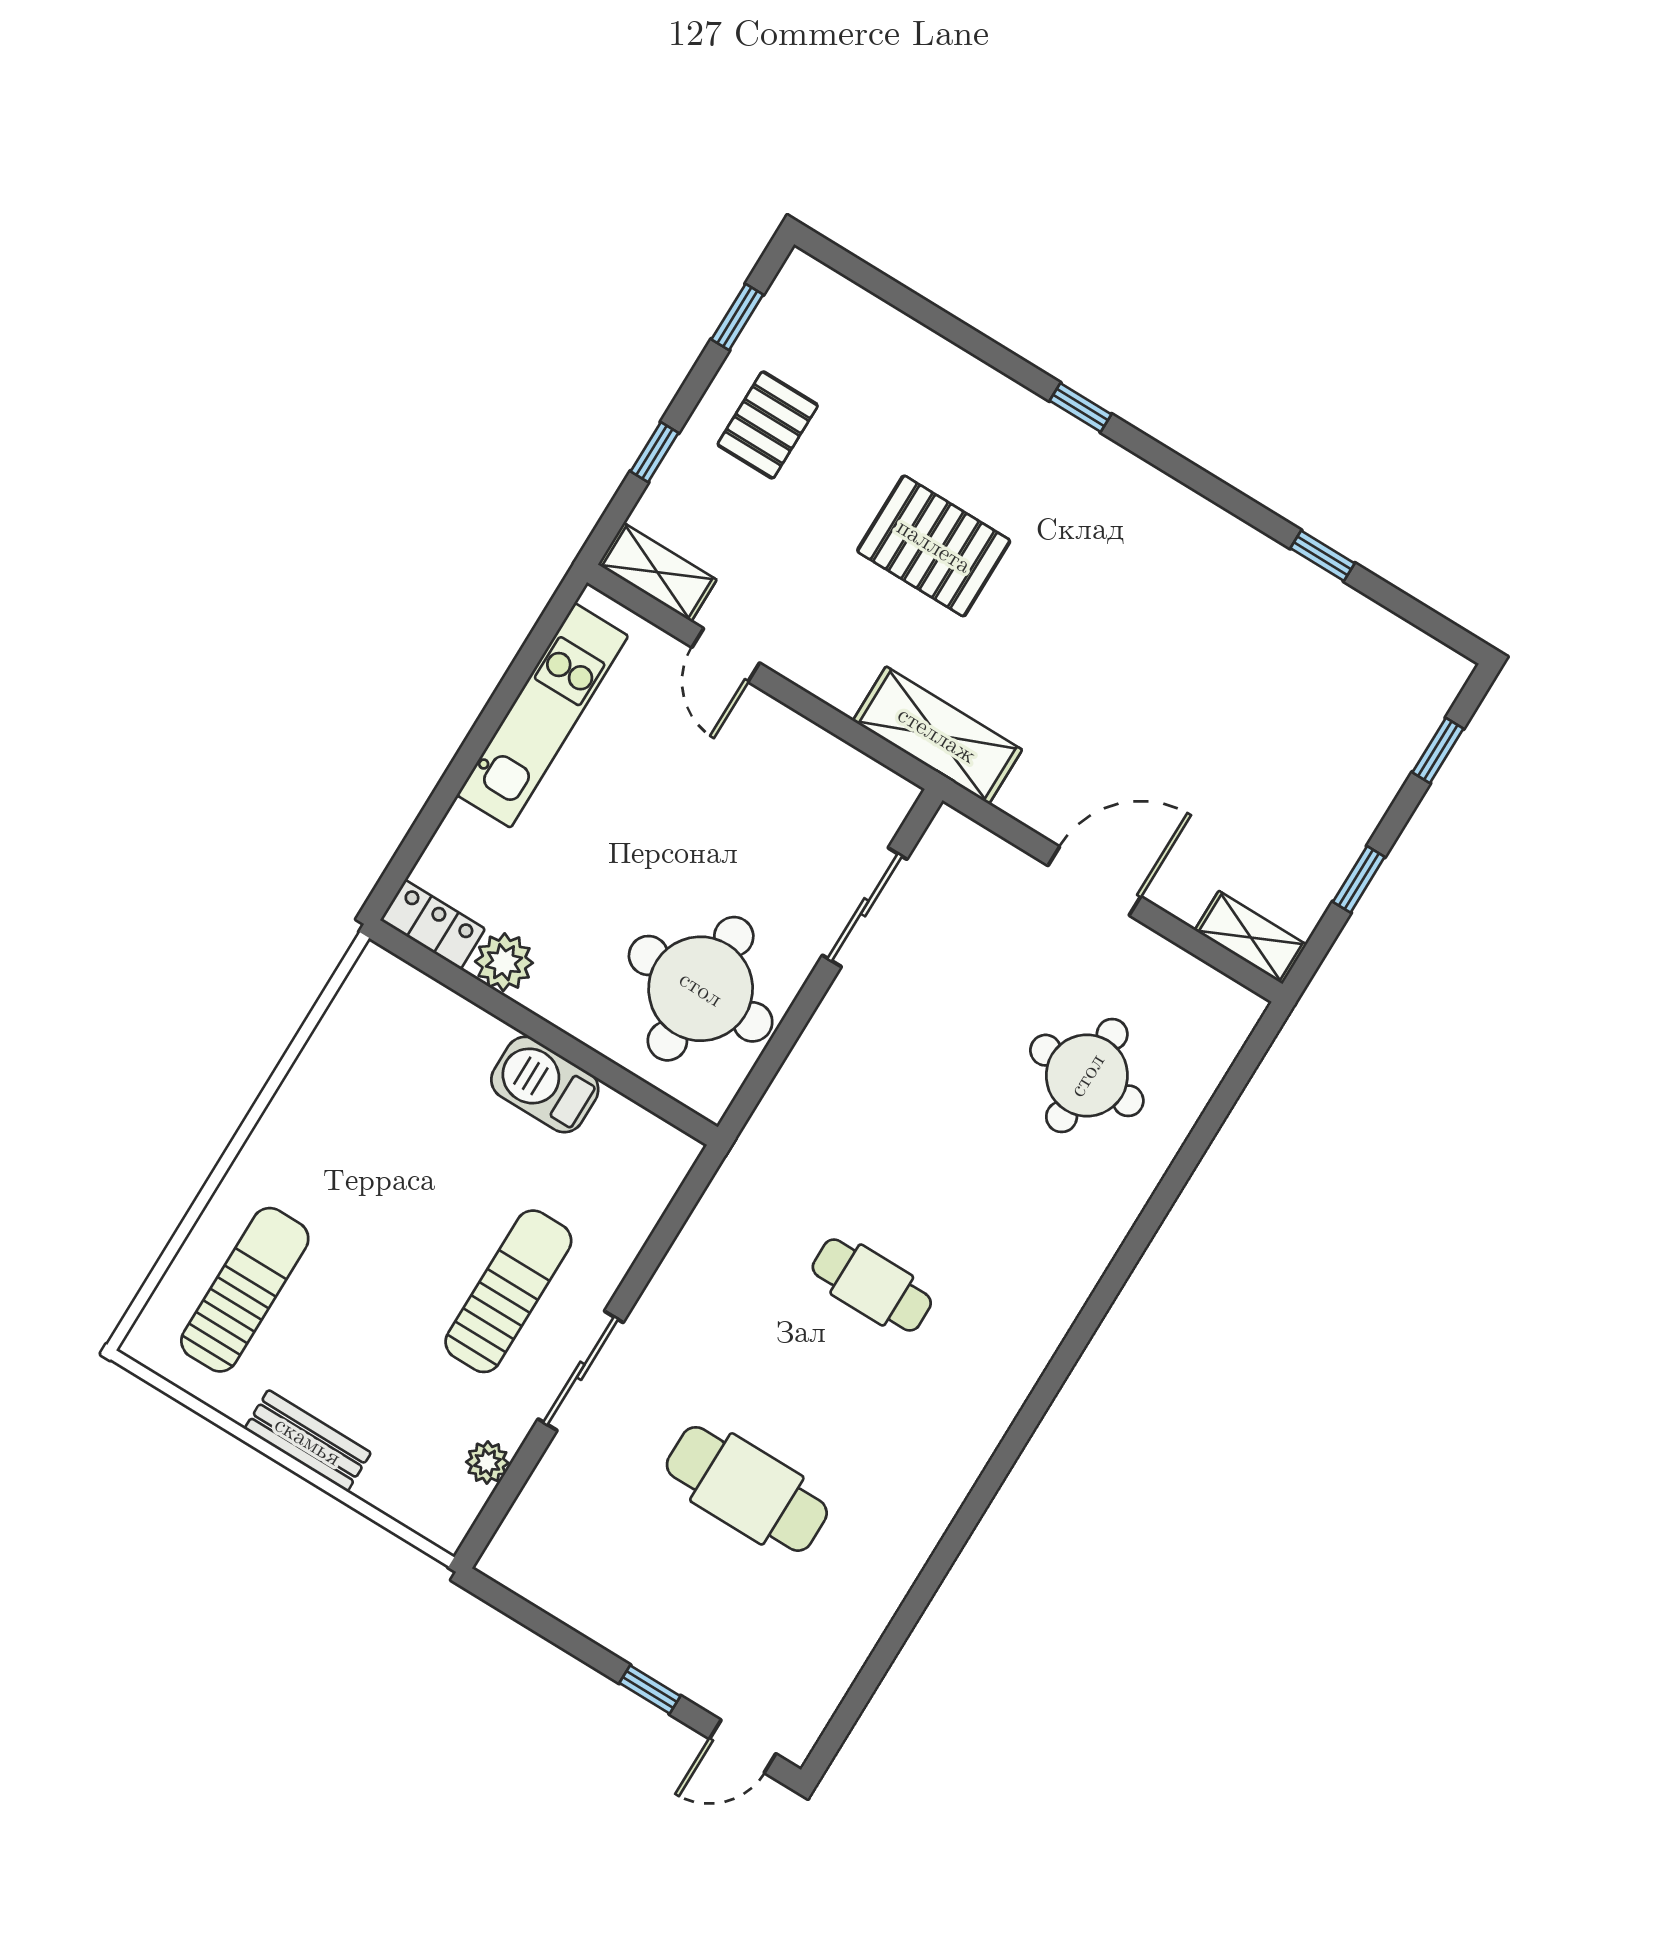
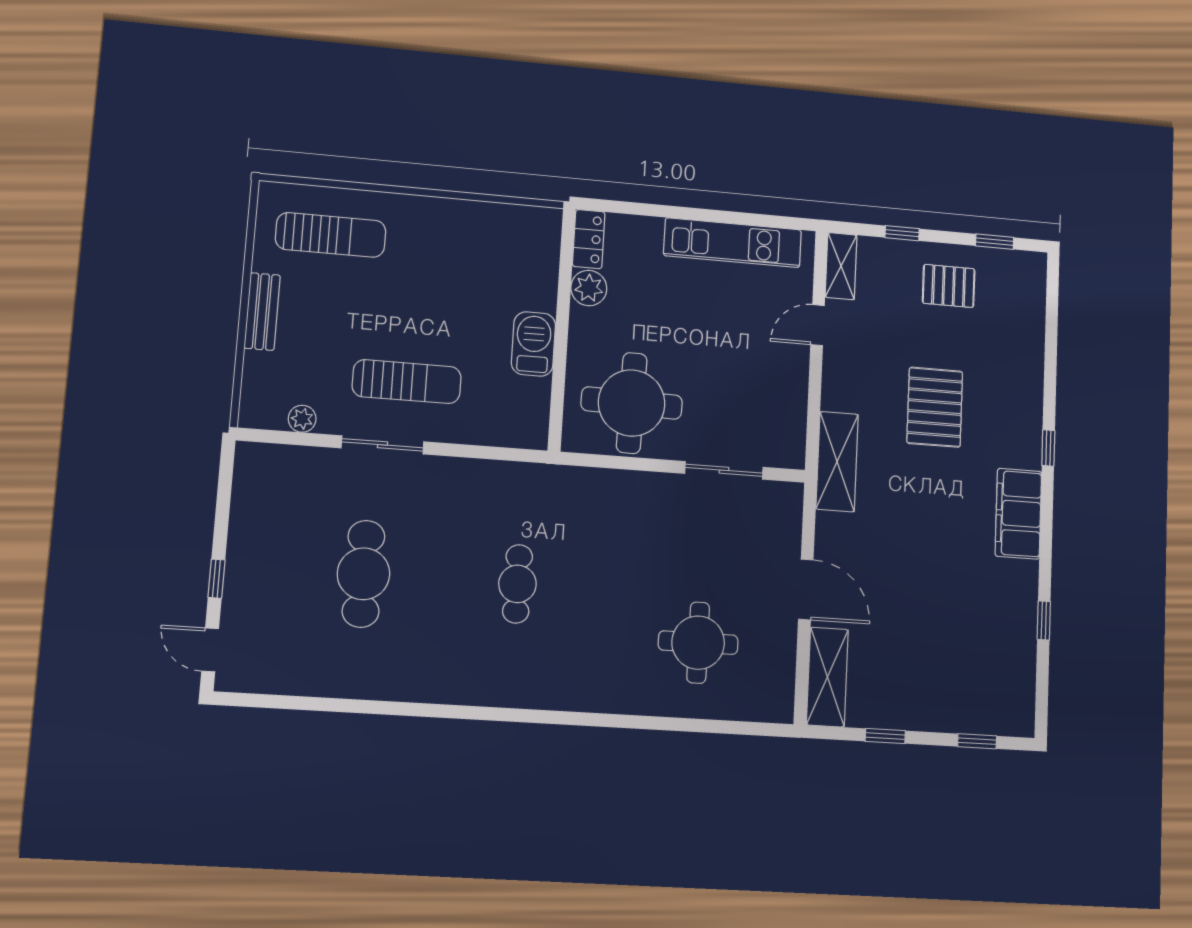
filing cabinet: (1151, 507) -> (1018, 514), added
shelving: (1251, 937) -> (827, 677), width x1.50, depth x1.33

